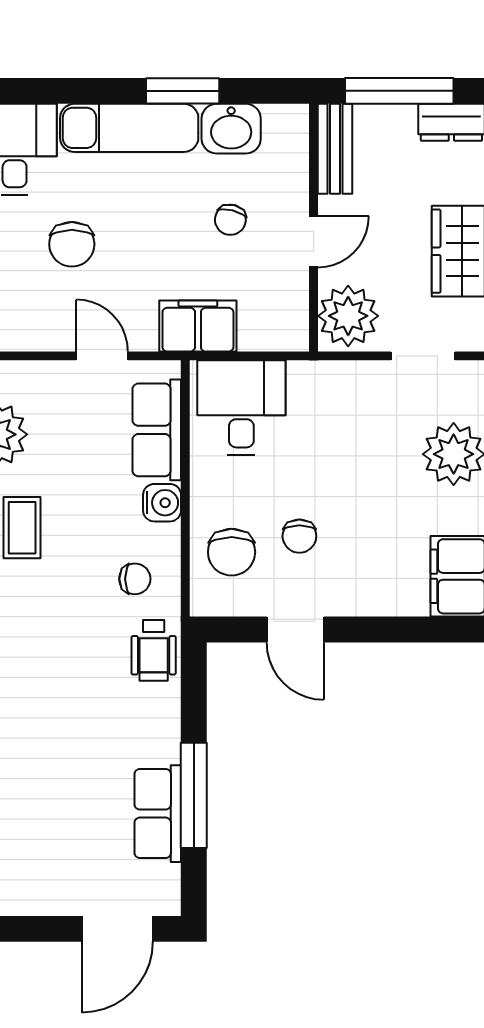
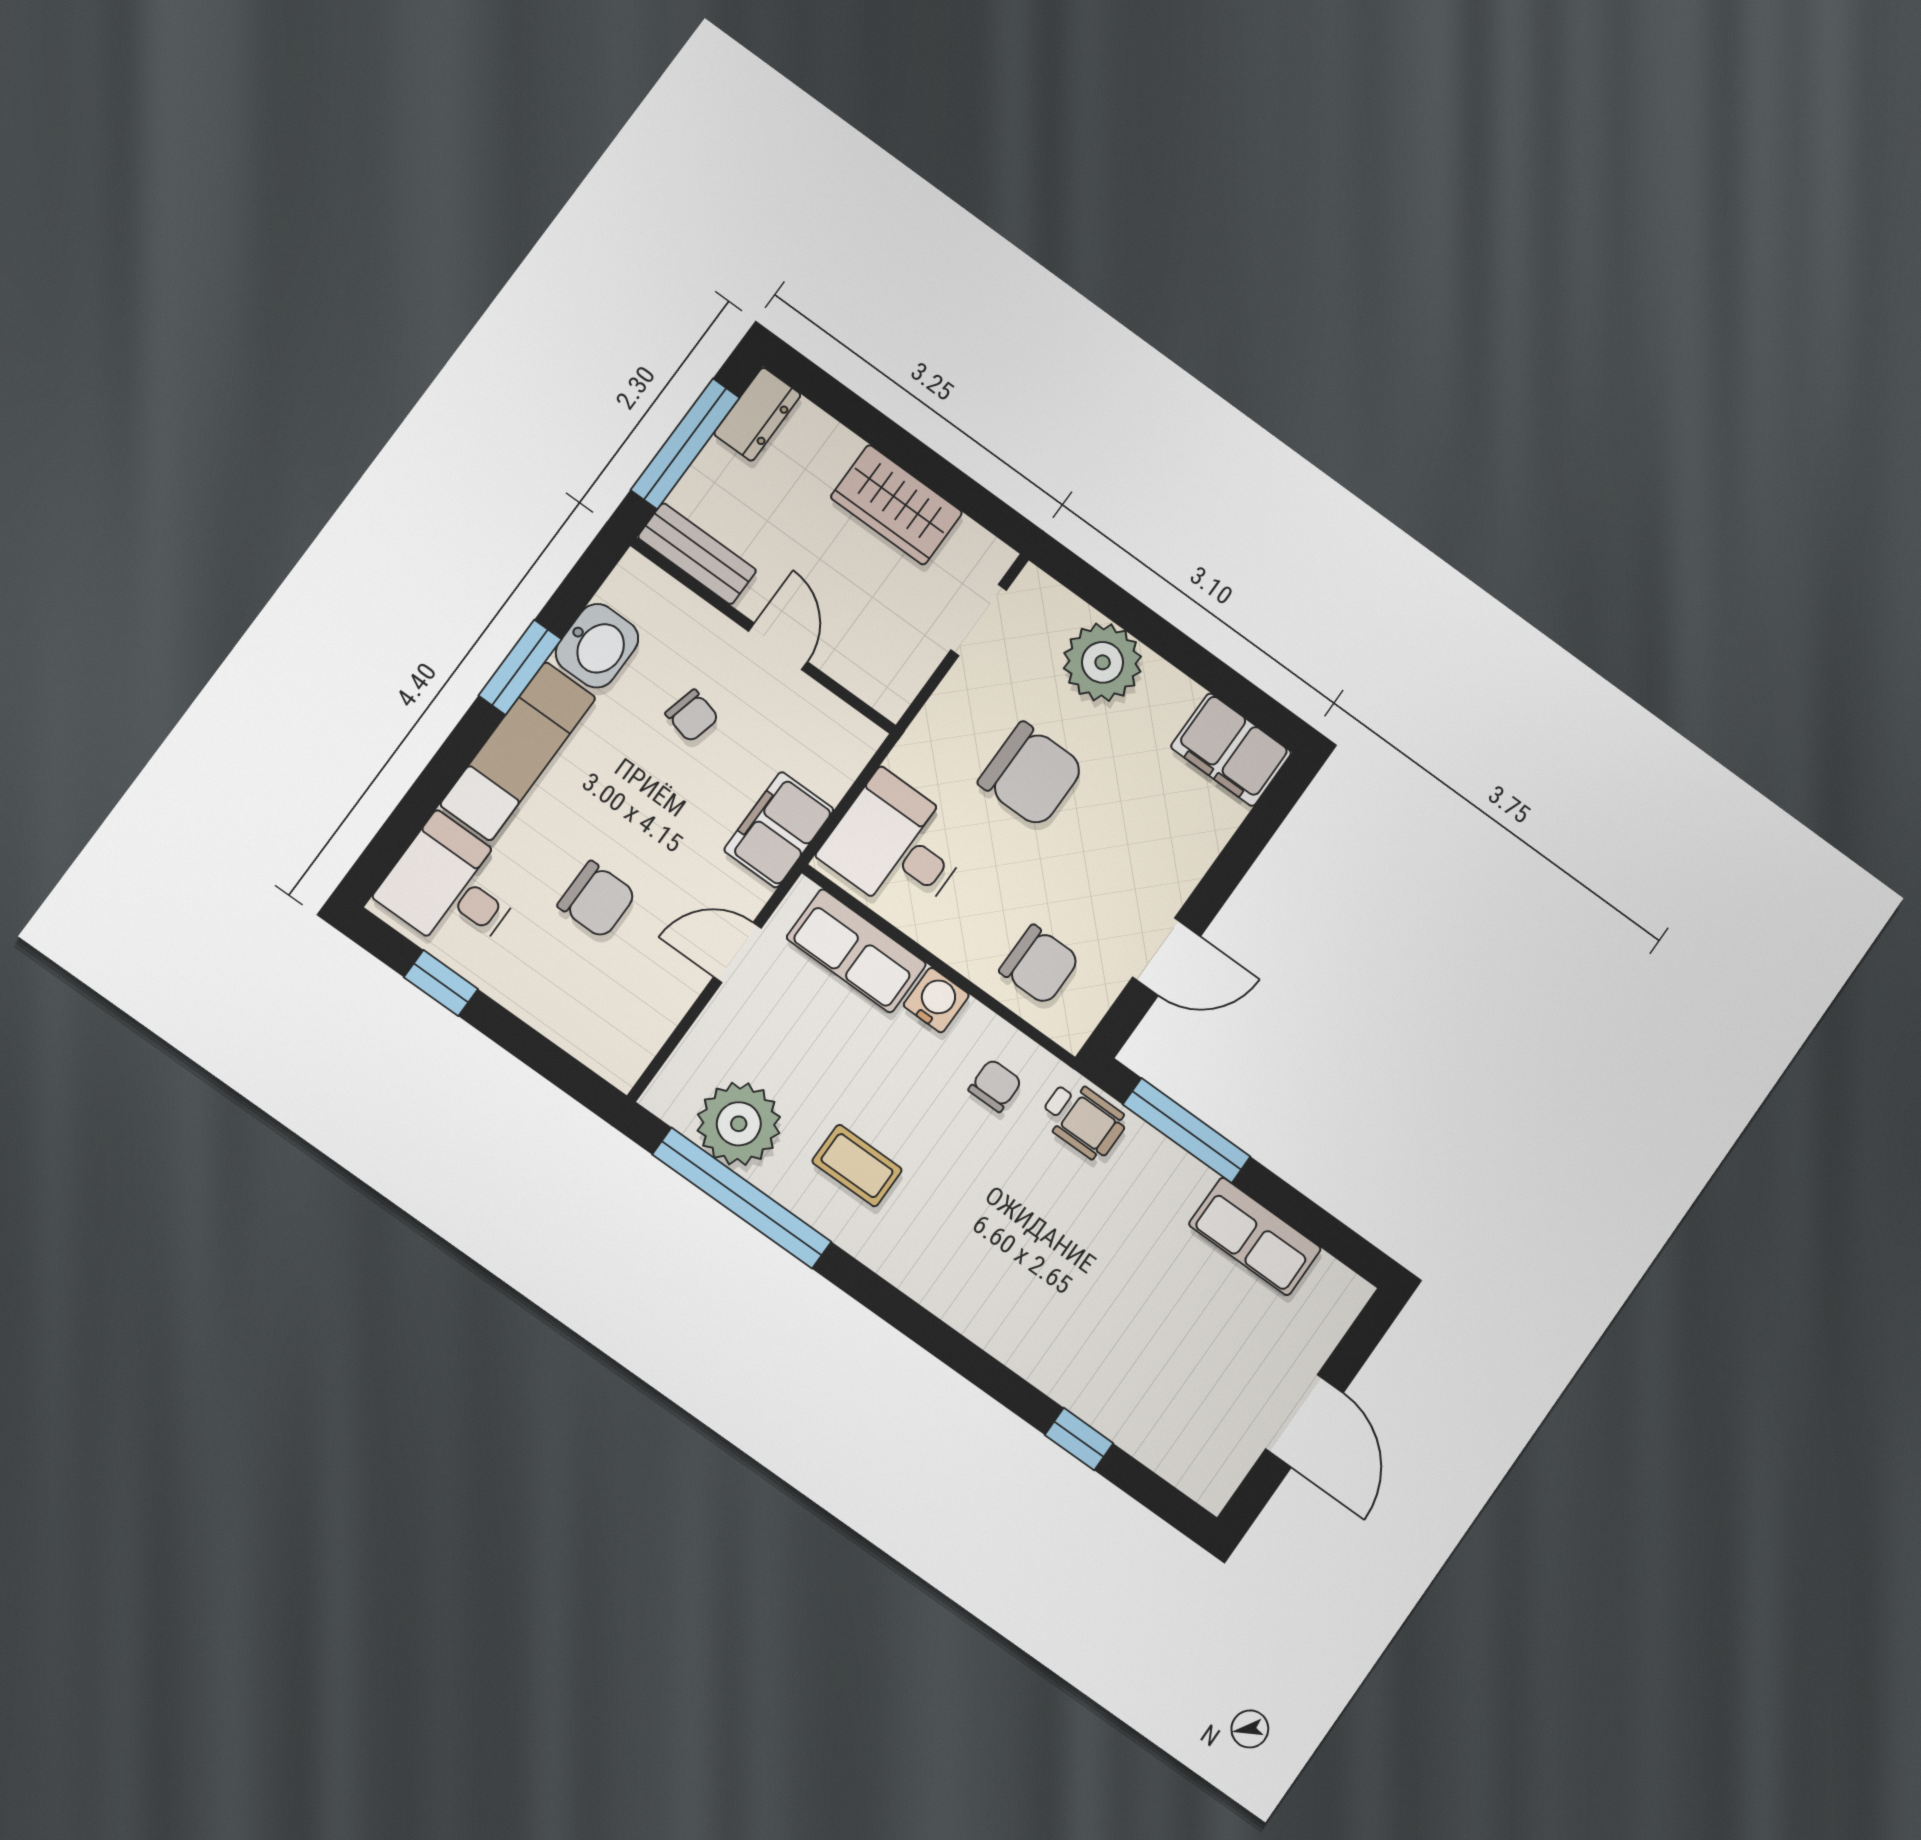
plant: (348, 316) -> (881, 667), removed
chair: (299, 536) -> (1031, 775), moved, width x1.87, depth x1.87
window: (194, 795) -> (1187, 1130), moved
door: (117, 929) -> (1304, 1421), moved

